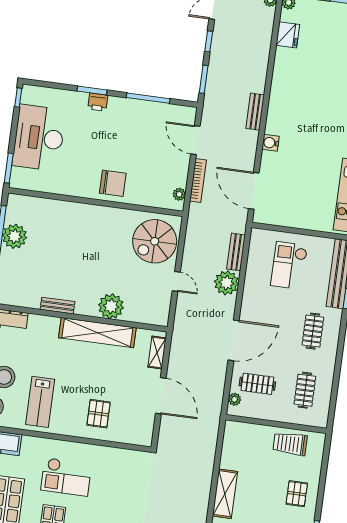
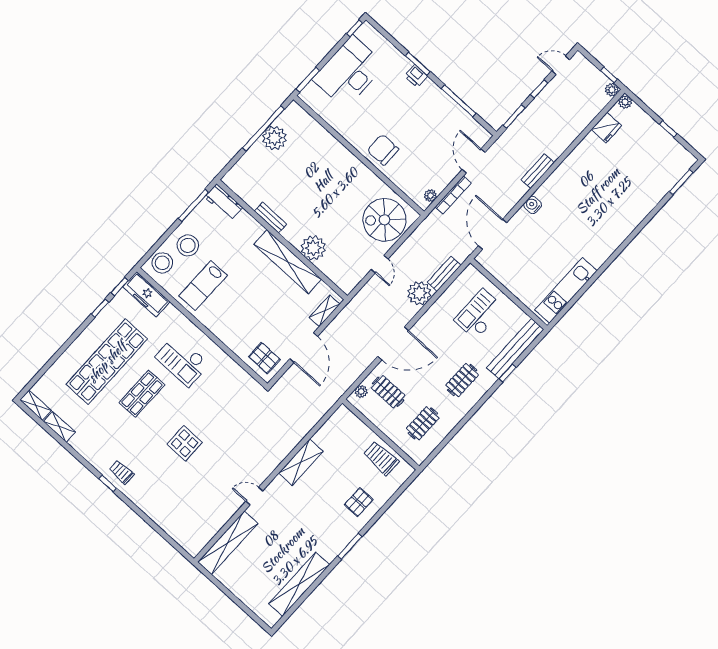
chair: (113, 183) -> (383, 150), turned 180
pallet: (99, 414) -> (264, 358), moved, turned 90

